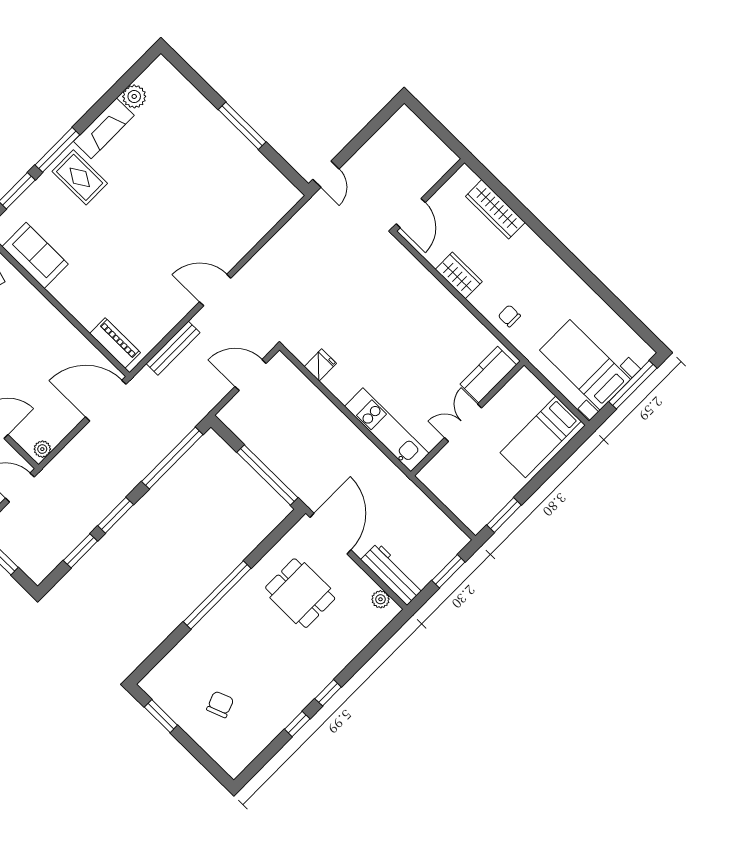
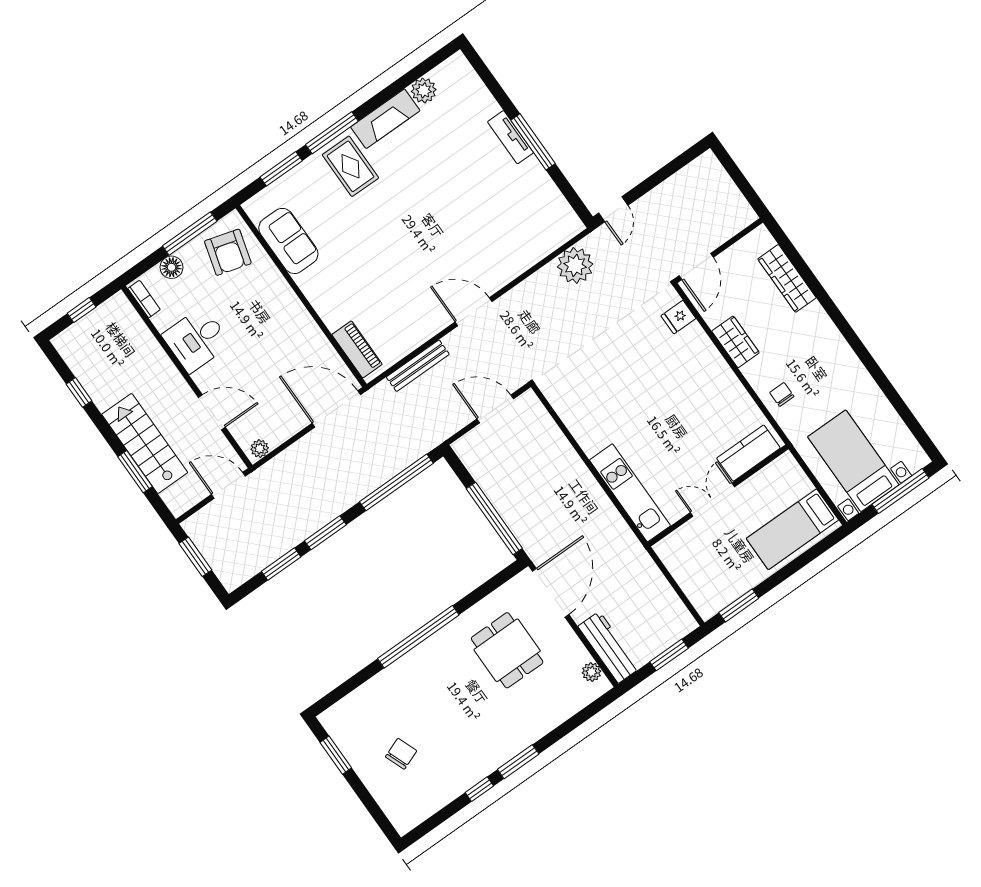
tv unit: (221, 125) -> (510, 137), added
plant: (300, 232) -> (575, 265), added
fridge: (320, 365) -> (678, 317), moved, turned 180
window: (328, 693) -> (518, 762), width x1.50

